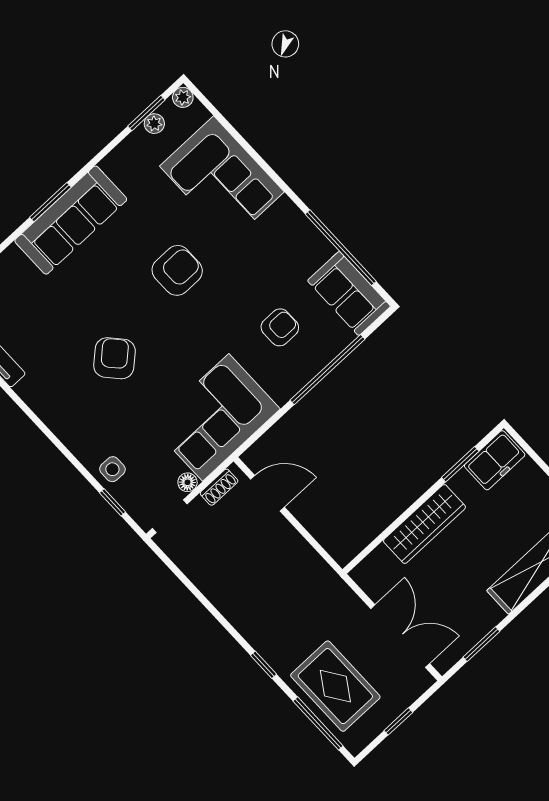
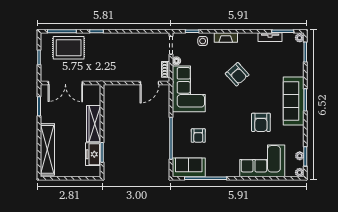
armchair: (177, 270) -> (261, 122), moved
fireplace: (70, 435) -> (226, 38), added
freezer: (495, 460) -> (93, 154), moved

